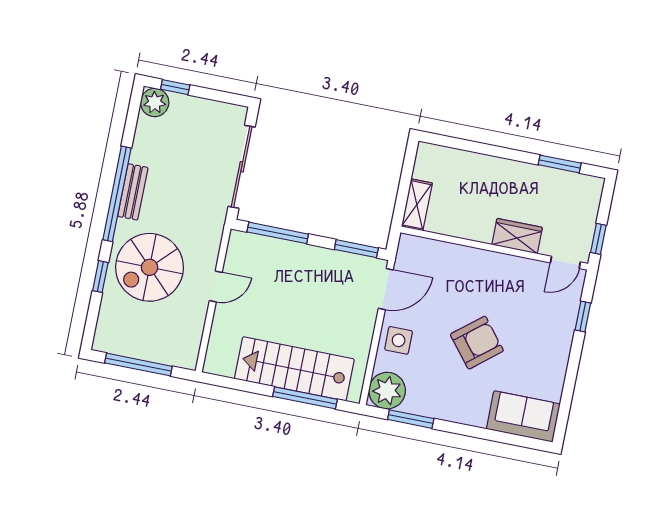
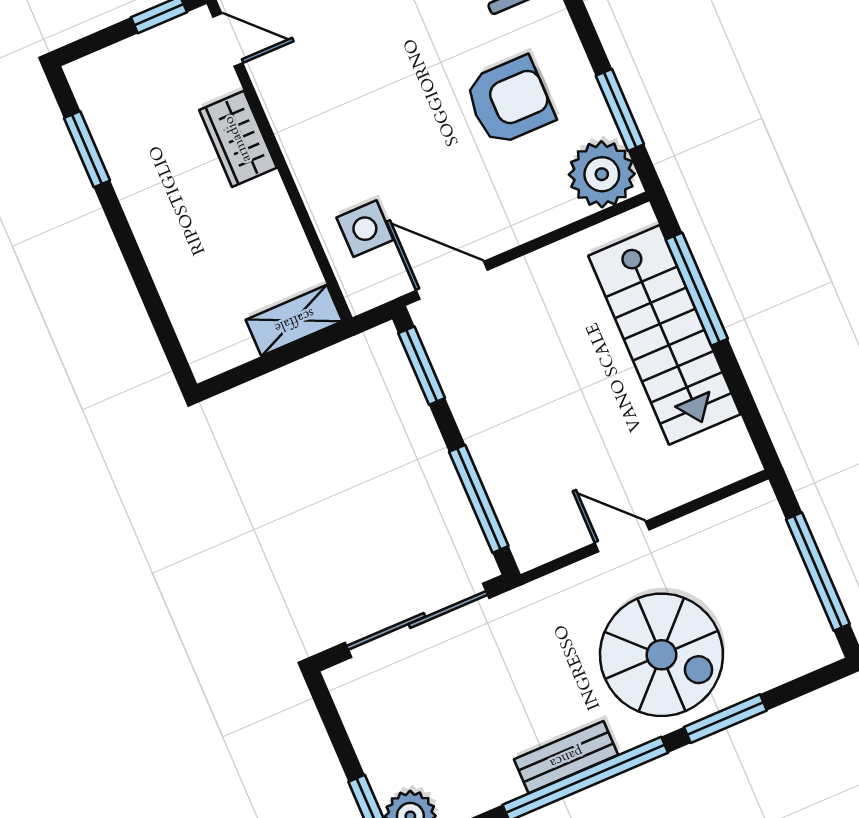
window: (100, 277) -> (725, 719), width x1.50
side table: (399, 340) -> (365, 229), moved
armchair: (477, 343) -> (509, 101), moved, turned 129

